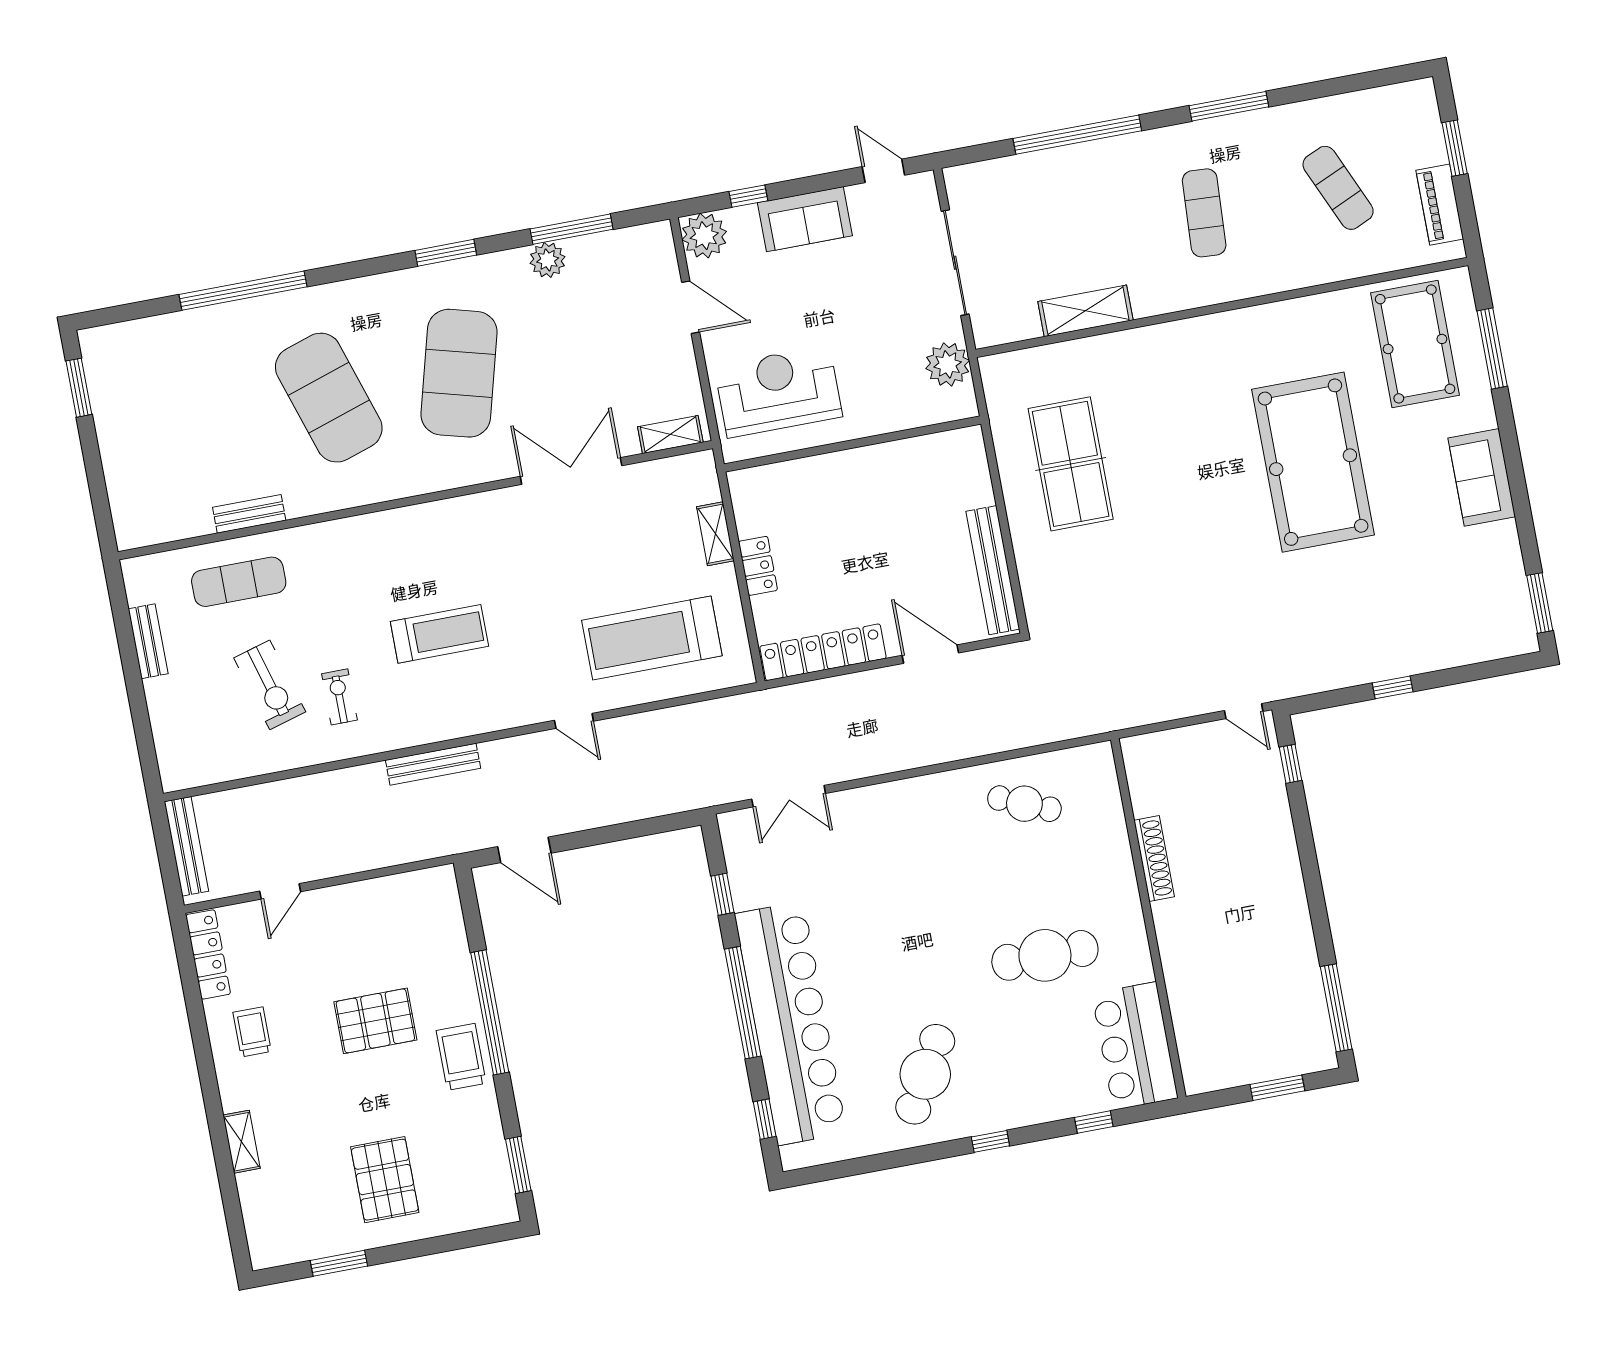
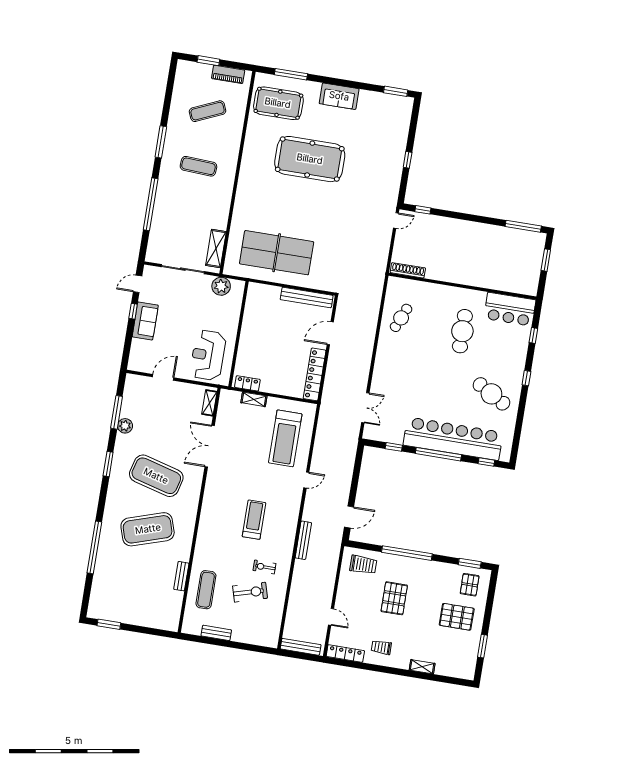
window: (748, 196) -> (133, 311), moved
plant: (704, 236) -> (138, 362), removed
shelving: (1085, 311) -> (216, 248), moved
table tennis table: (1071, 464) -> (277, 253), width x1.36, depth x1.32
locker: (758, 566) -> (247, 383), moved
shoe rack: (1154, 859) -> (408, 270), moved
trolley: (461, 1057) -> (363, 565), moved, turned 180
pallet: (469, 1183) -> (470, 585), added

